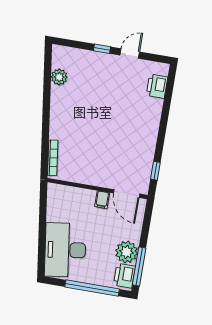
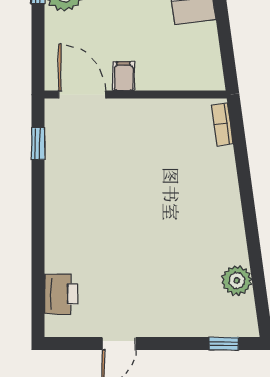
window: (102, 49) -> (224, 343), moved
bookcase: (53, 158) -> (222, 124), width x0.64

